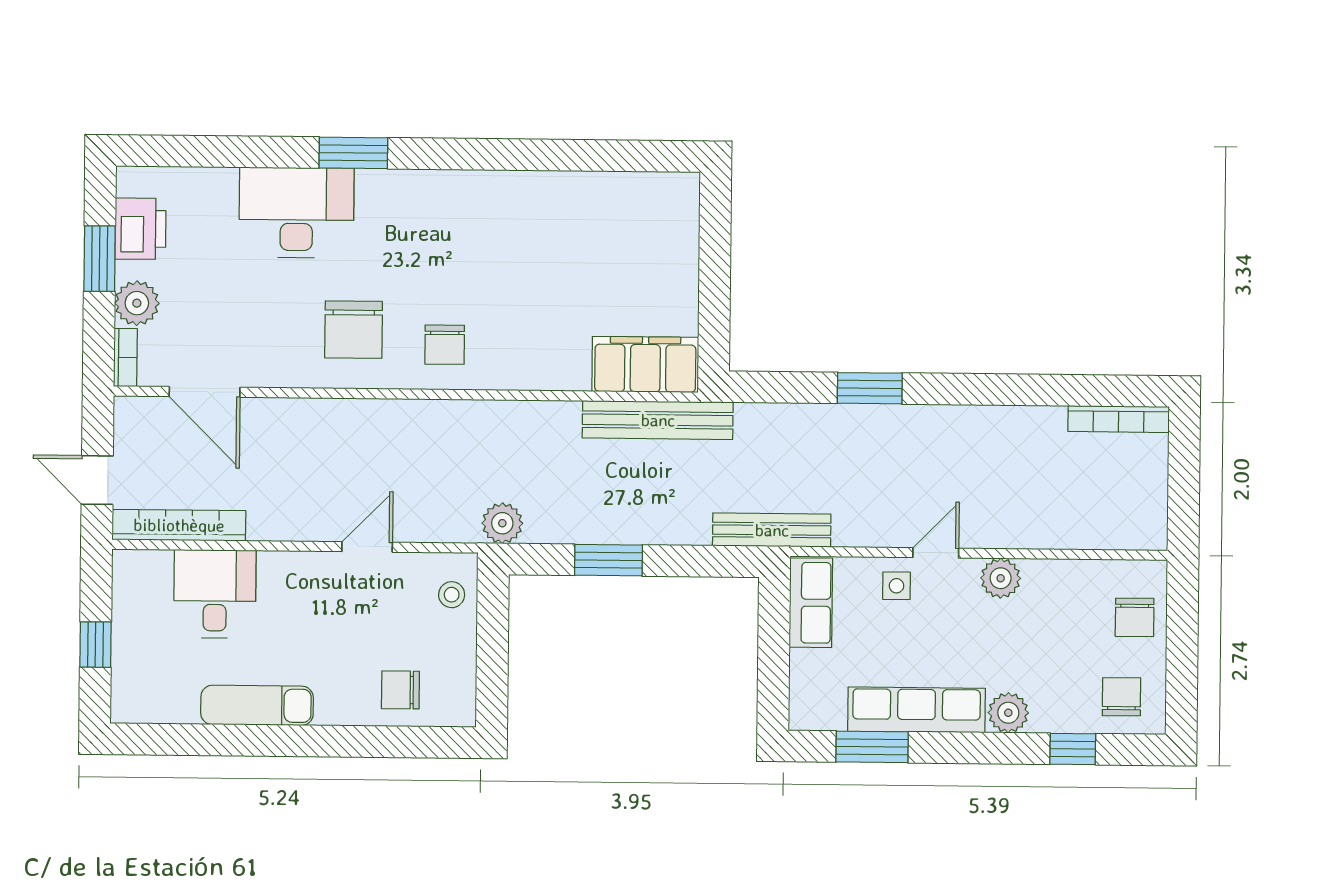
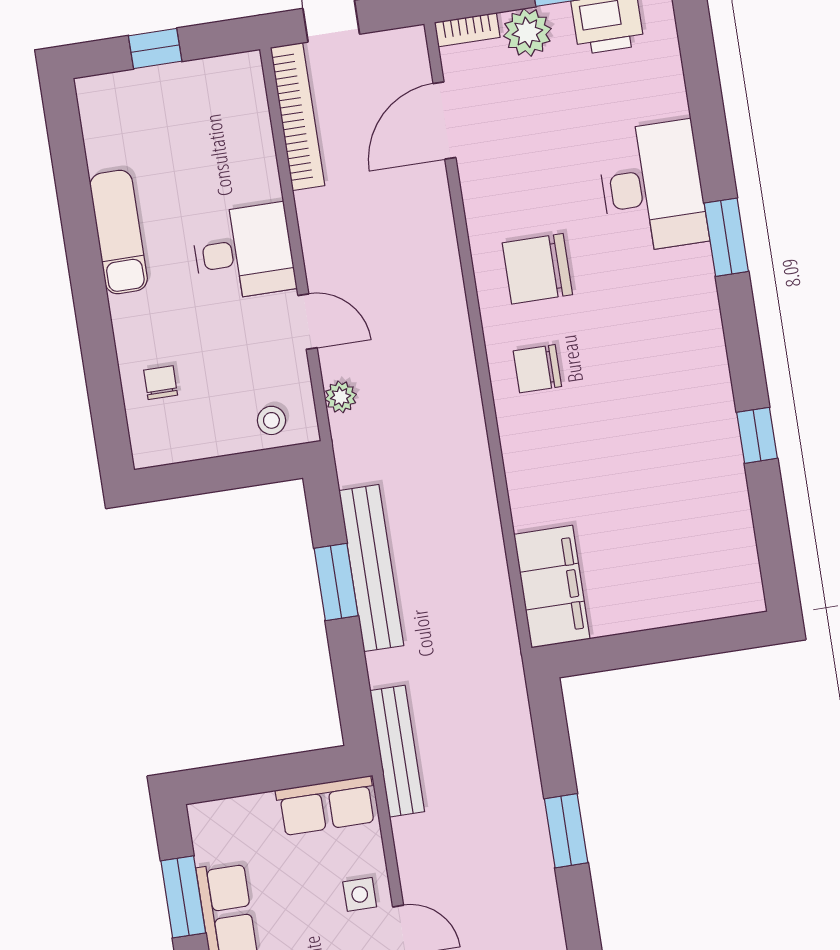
window: (538, 155) -> (757, 435), added
bench: (658, 420) -> (371, 568), moved
plant: (502, 523) -> (341, 397), moved, width x0.73, depth x0.73
desk: (215, 594) -> (243, 252), moved
chair: (400, 690) -> (161, 383), width x0.73, depth x0.73

